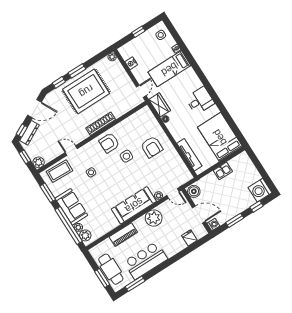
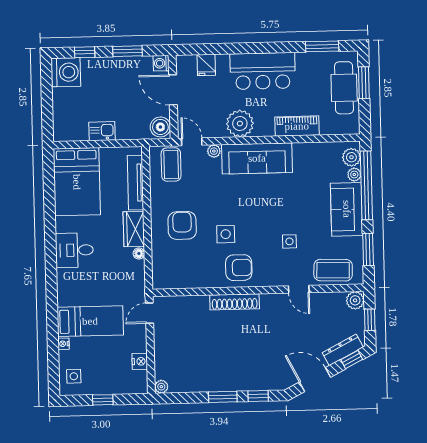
rug: (86, 91) -> (228, 360), removed
wardrobe: (160, 105) -> (134, 229), moved
coffee table: (177, 175) -> (171, 164), added
bar counter: (146, 260) -> (263, 71), moved

